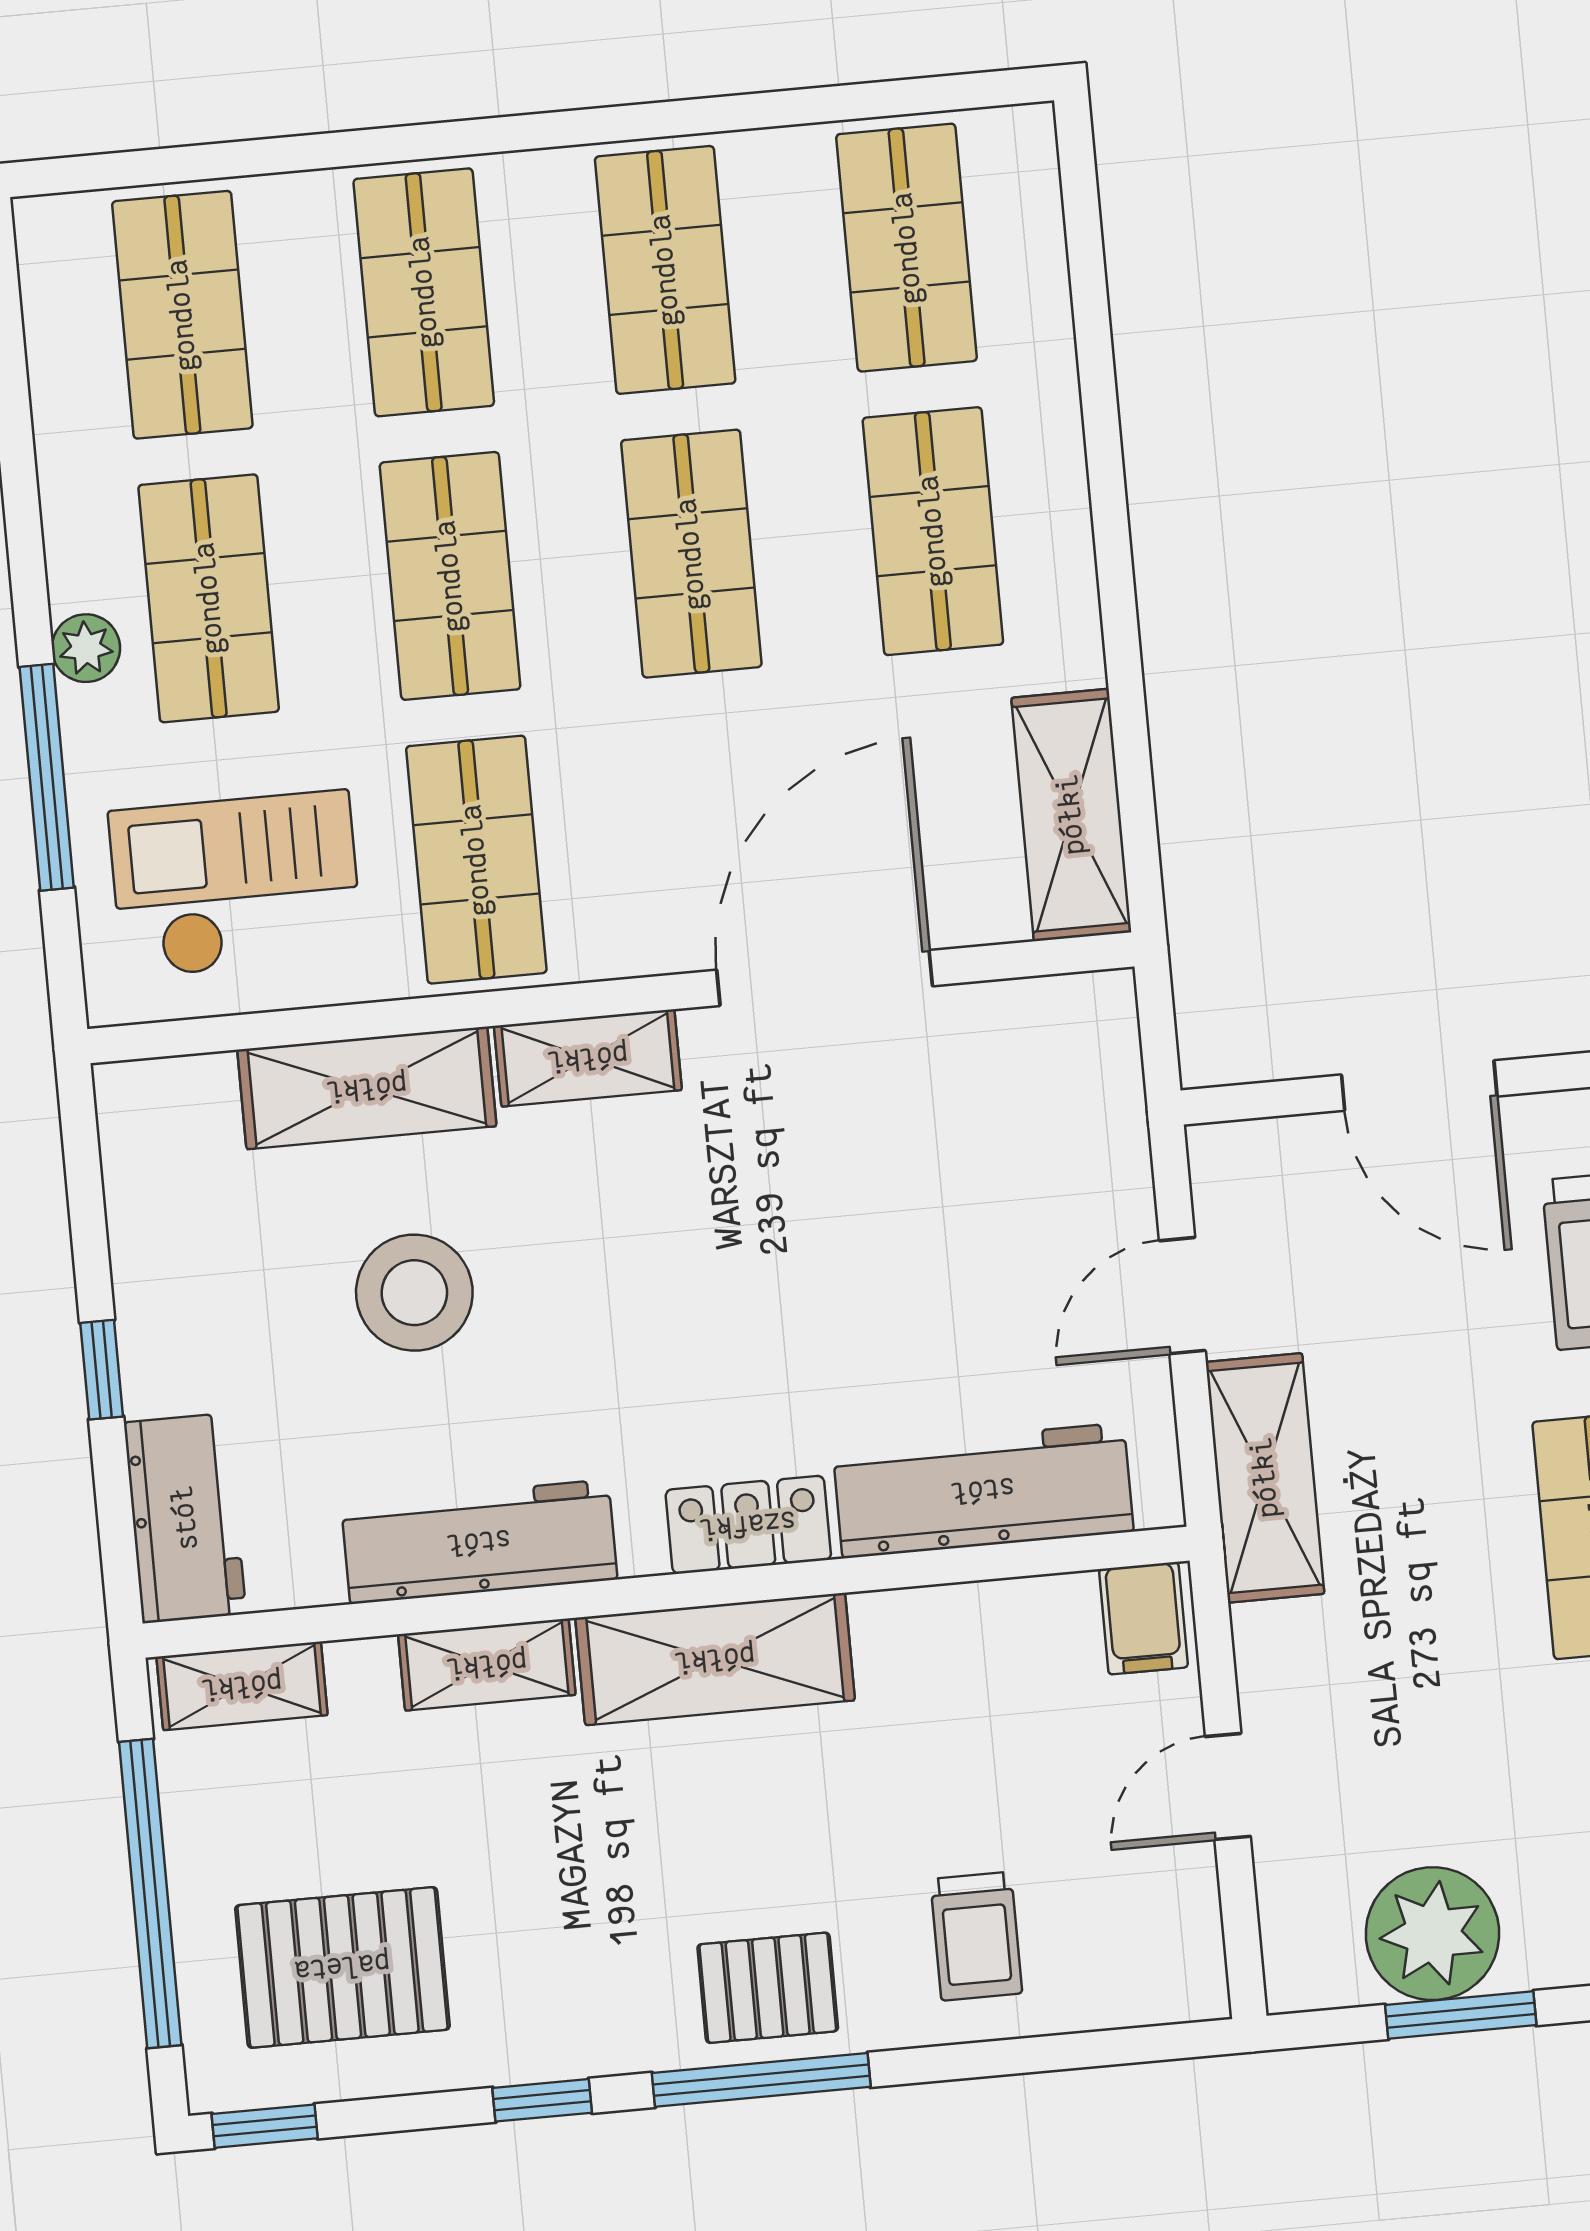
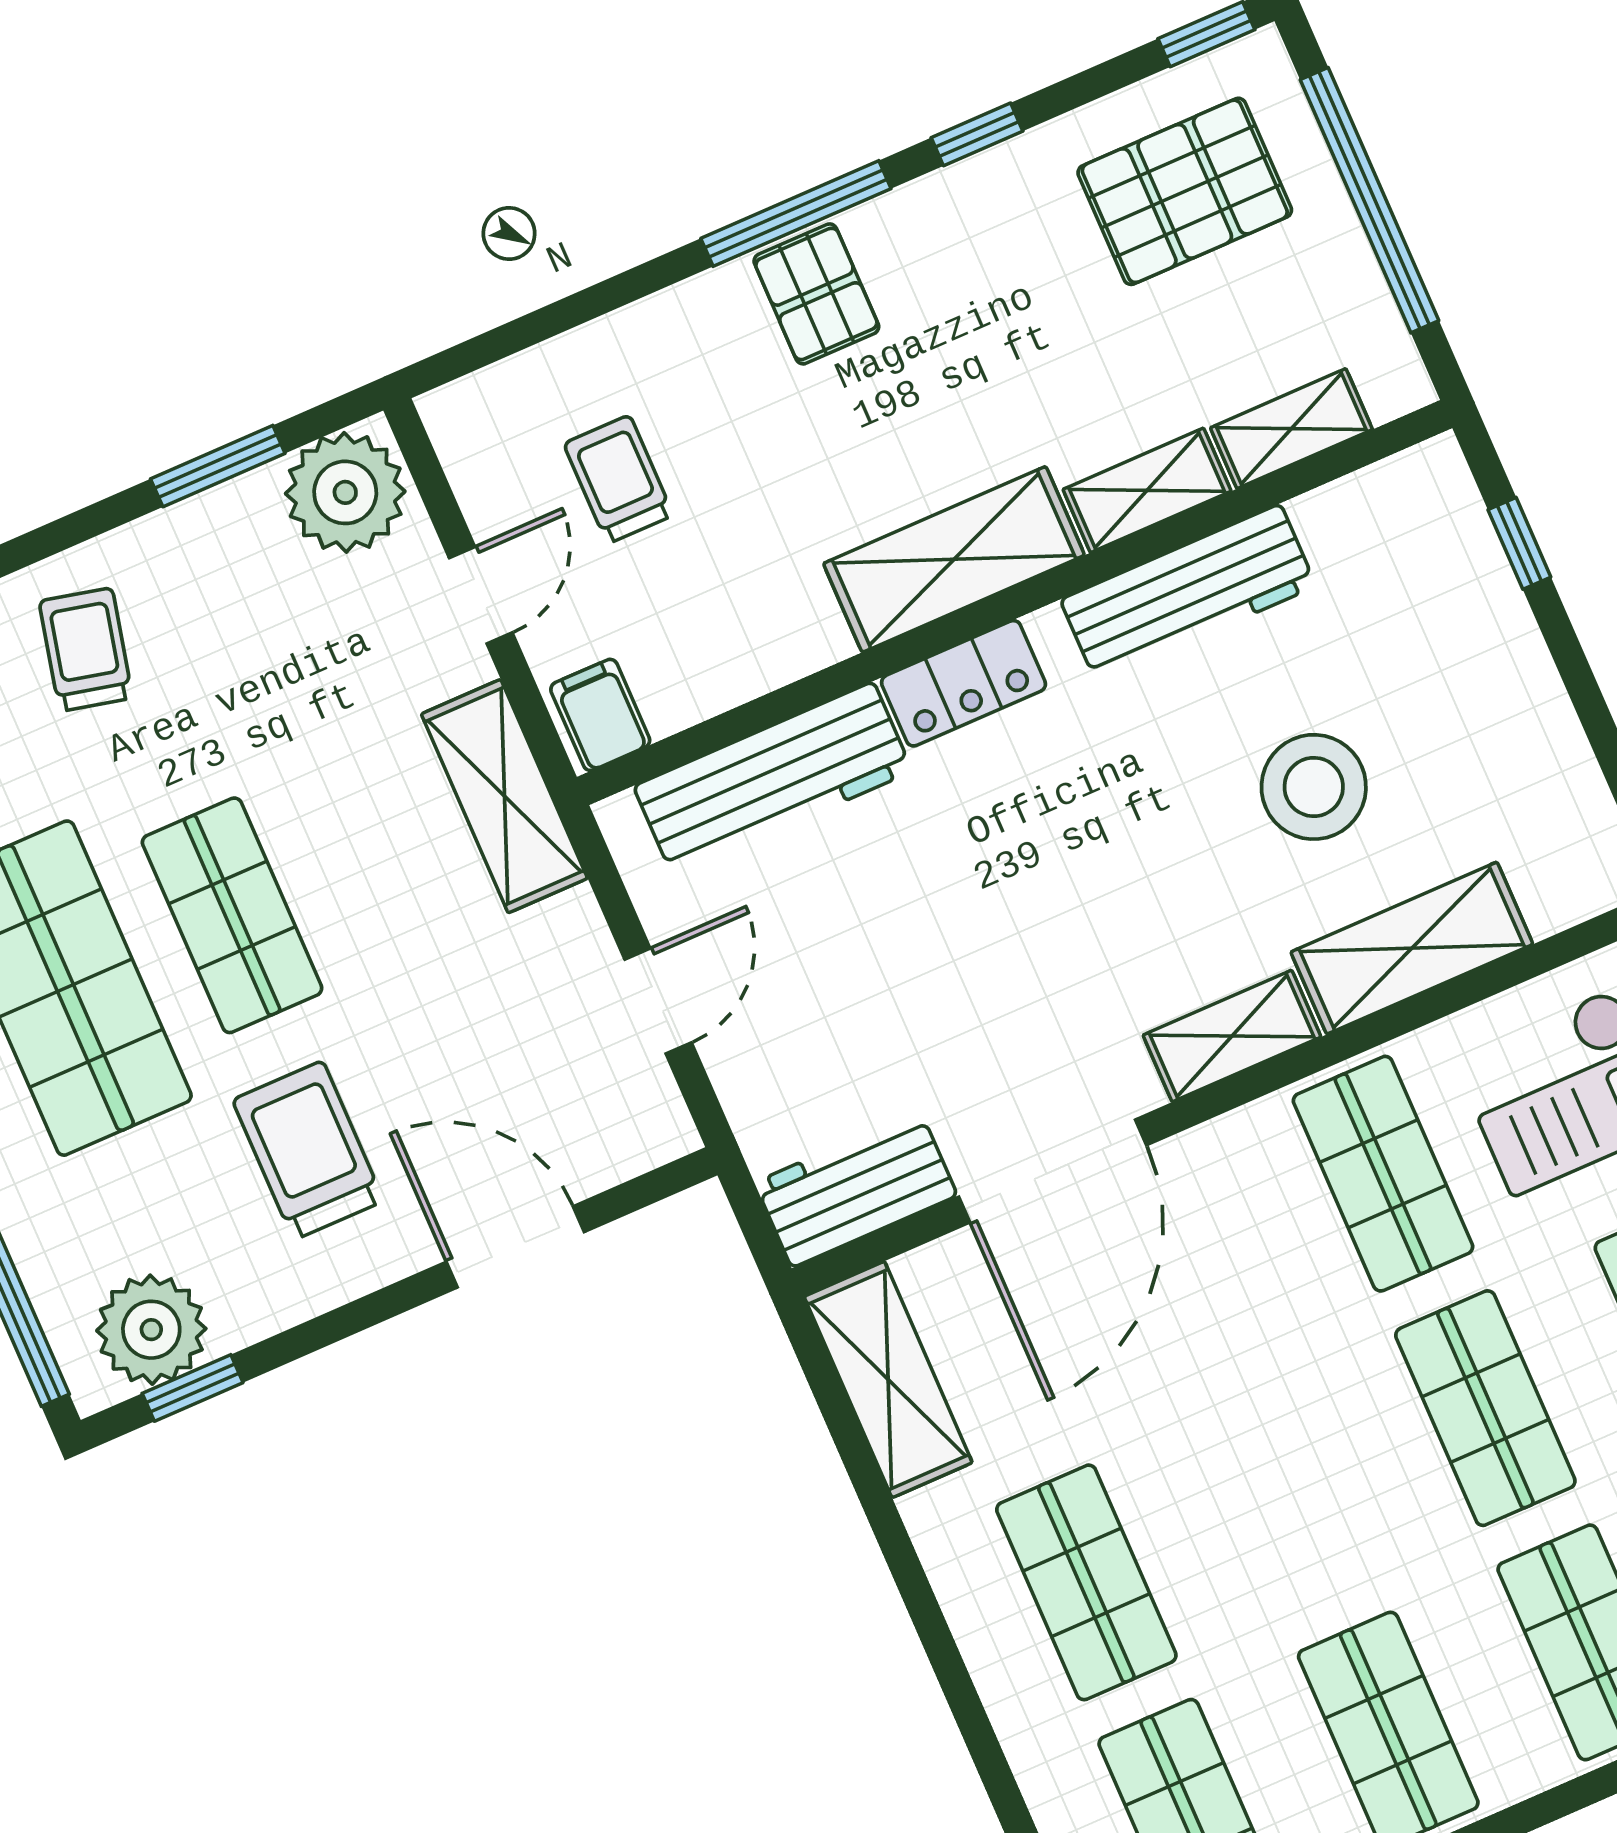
shop shelf: (691, 554) -> (1286, 1495), removed
window: (102, 1370) -> (1519, 543), moved
shelving: (1265, 1478) -> (504, 796), moved
workbench: (185, 1518) -> (856, 1189), moved, turned 90
shelving: (242, 1686) -> (1291, 429), moved
plant: (1432, 1934) -> (345, 492), moved
trolley: (976, 1936) -> (619, 479), moved
pallet: (768, 1988) -> (816, 294), turned 90

